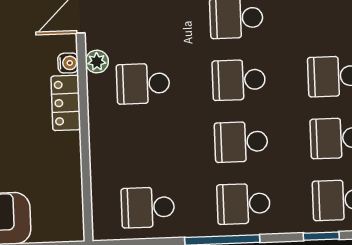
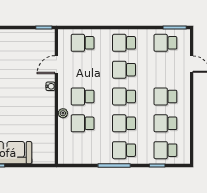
plant: (97, 62) -> (63, 113), moved
locker: (66, 103) -> (49, 104), removed
school desk: (148, 207) -> (83, 123), moved

